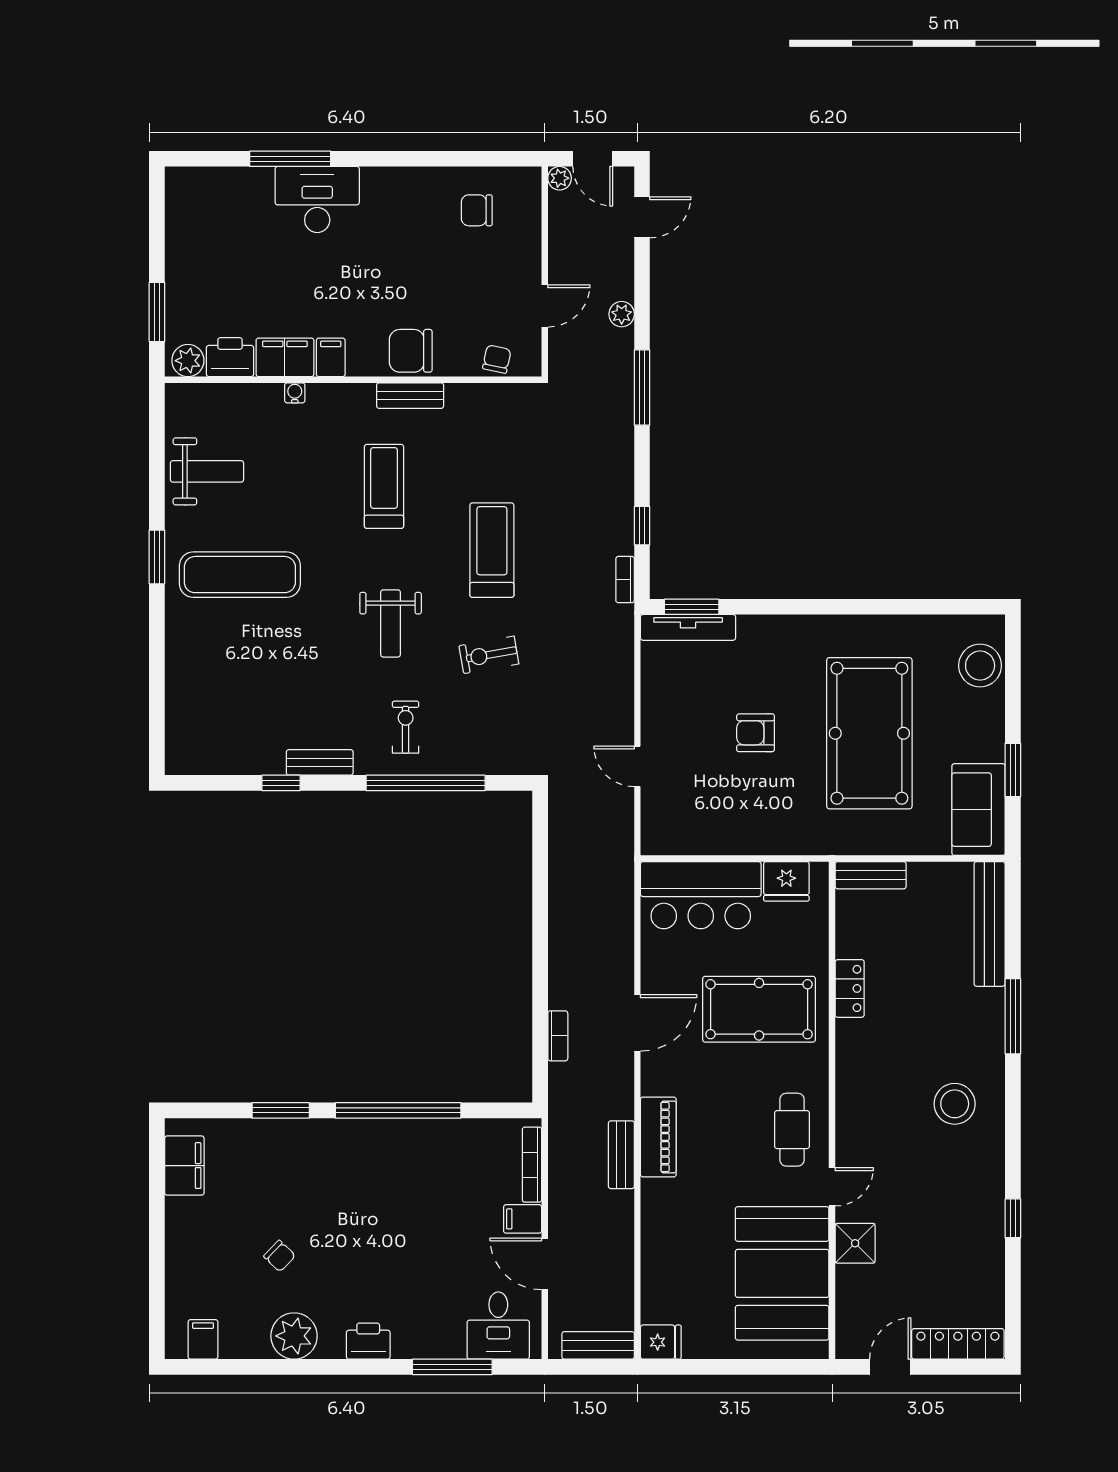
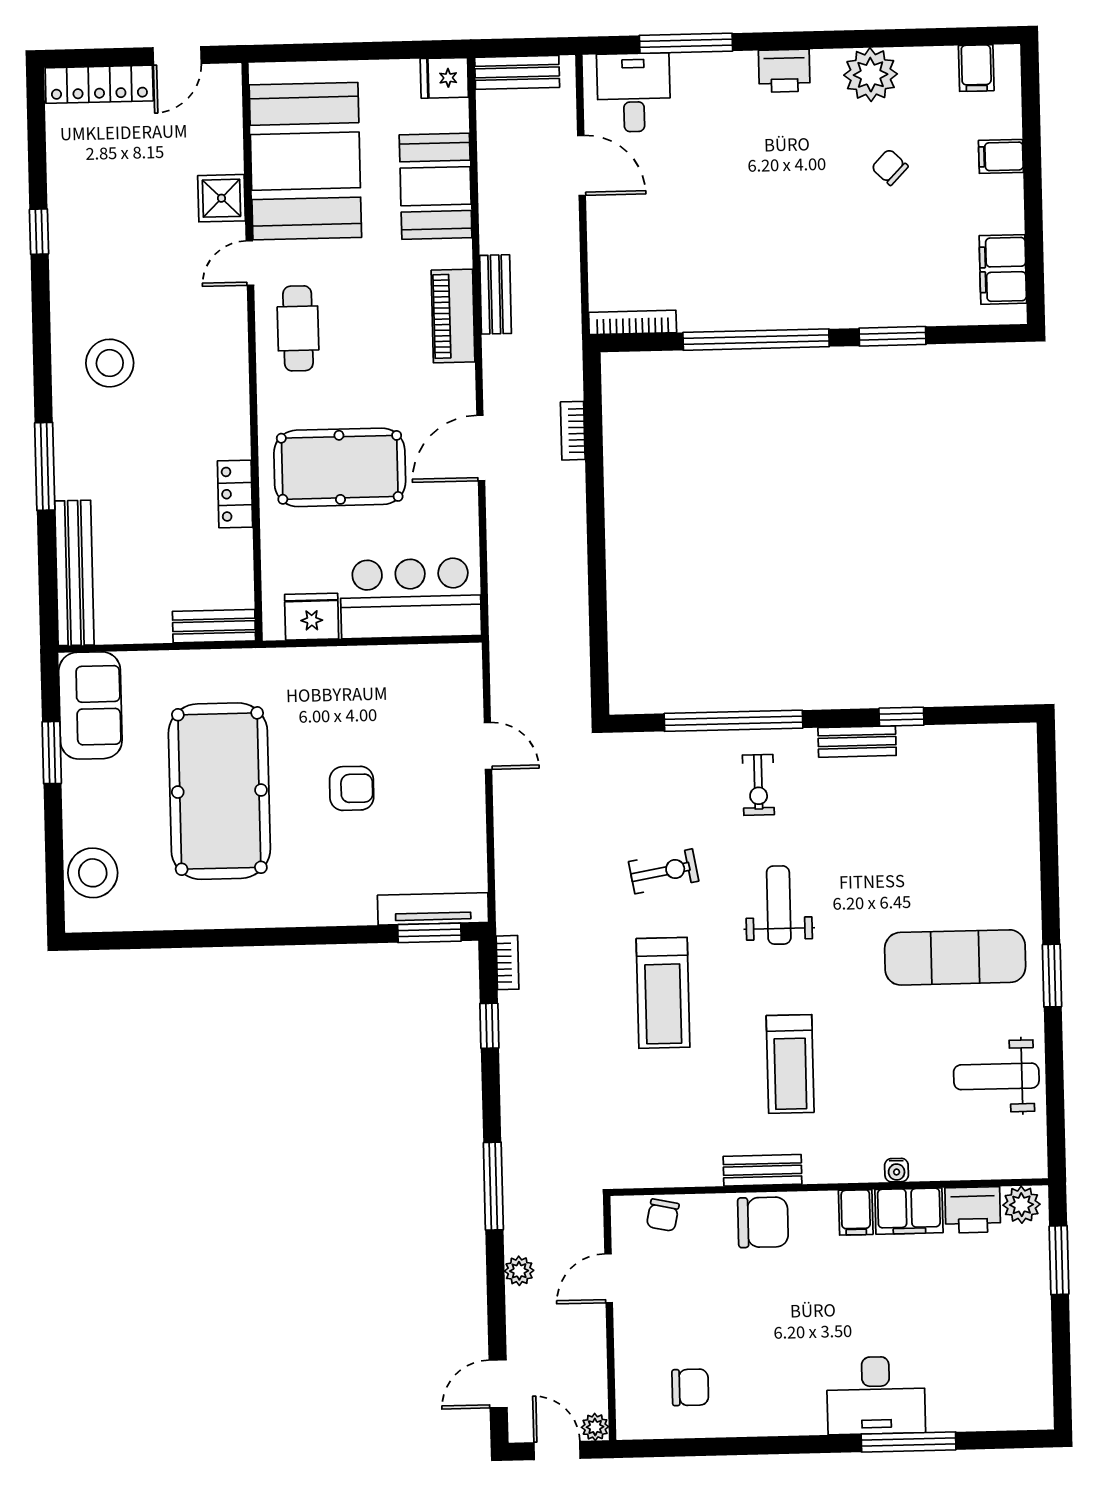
bookcase: (532, 1165) -> (633, 322), moved, turned -90
filing cabinet: (523, 1219) -> (1001, 156), moved, turned 180
booth: (671, 1249) -> (436, 186), added

